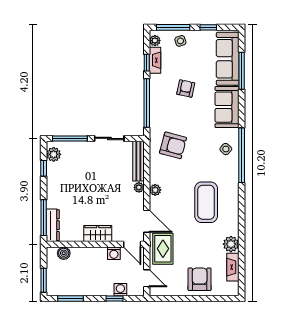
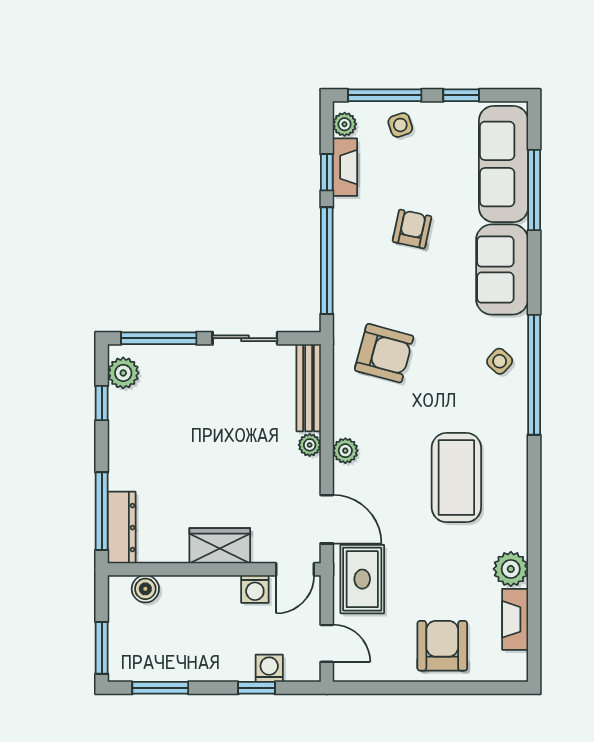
door: (132, 244) -> (295, 569), hinge flipped

